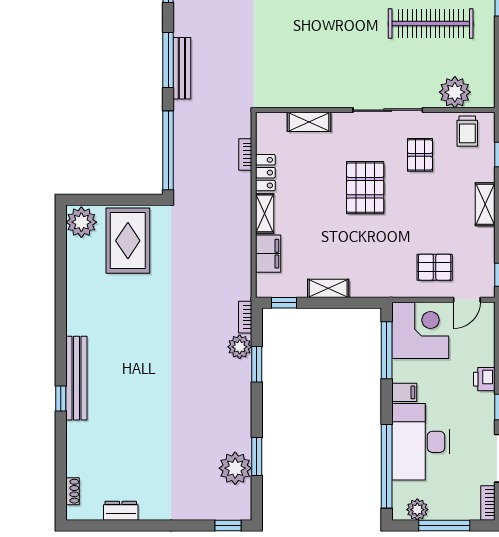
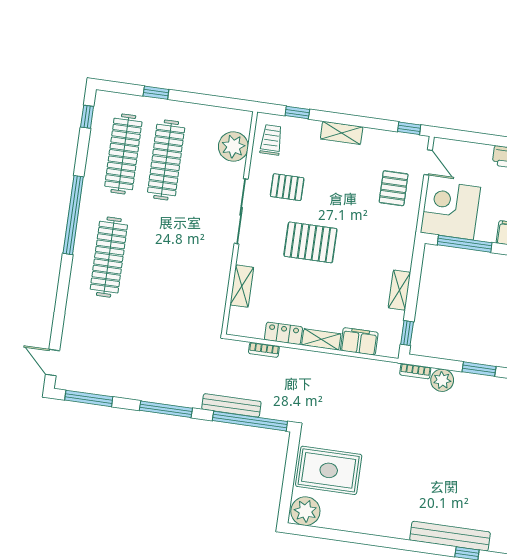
bench: (182, 68) -> (231, 405), moved
trolley: (467, 131) -> (271, 140), turned -90
window: (257, 364) -> (479, 369), moved

